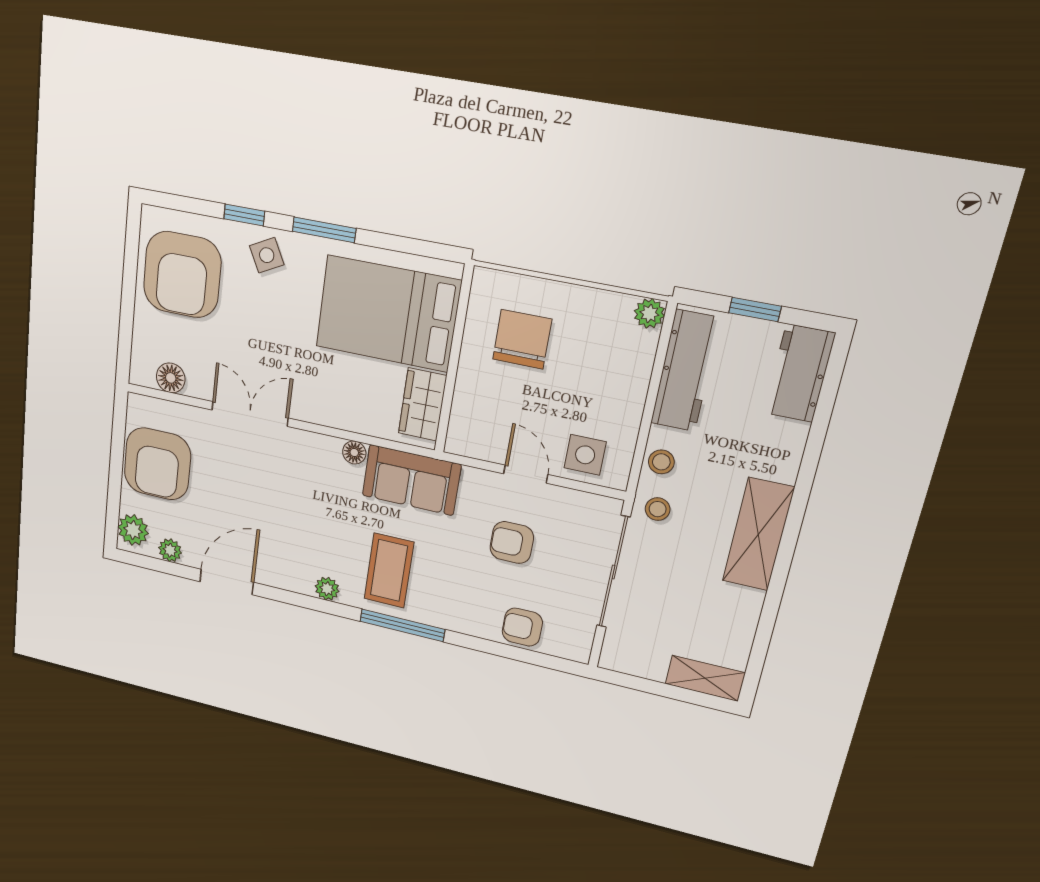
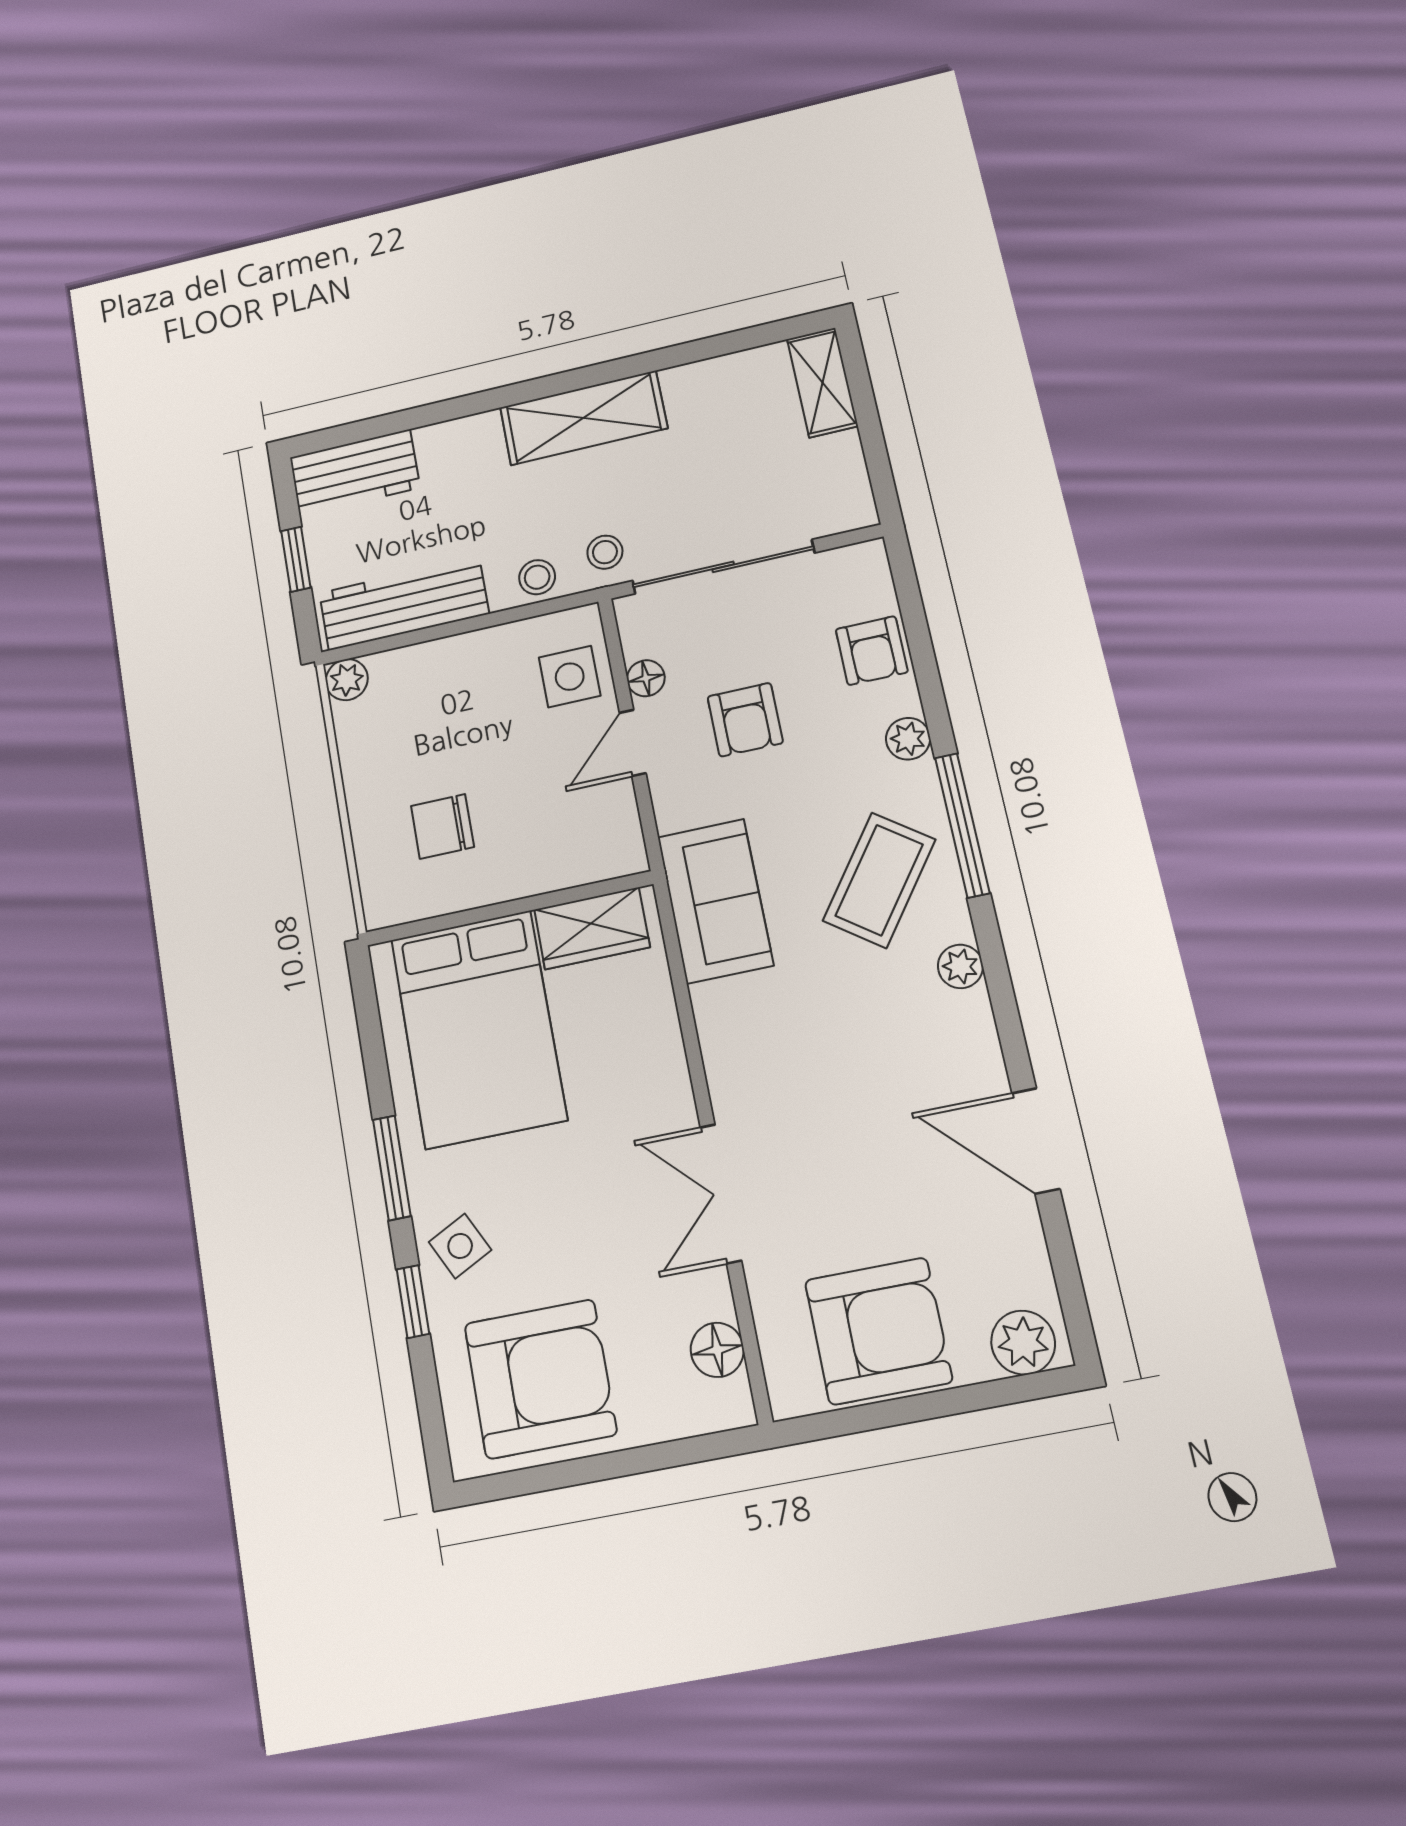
chair: (522, 339) -> (442, 826), width x0.73, depth x0.73
floor lamp: (354, 452) -> (646, 678), moved
plant: (170, 550) -> (908, 739), moved
coffee table: (389, 571) -> (879, 880), turned -54

